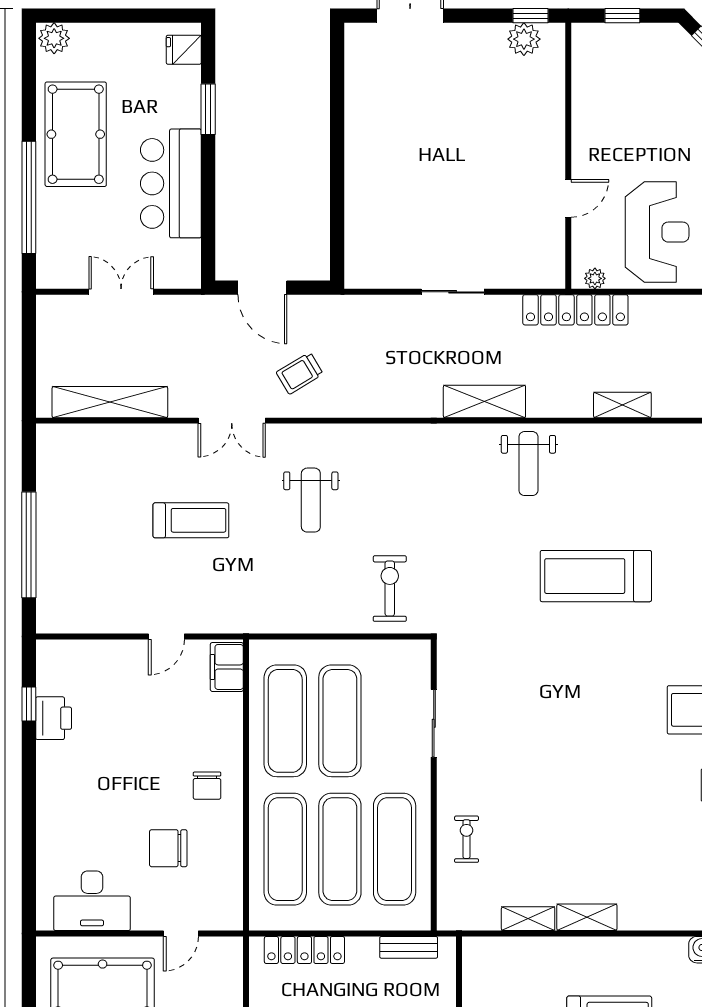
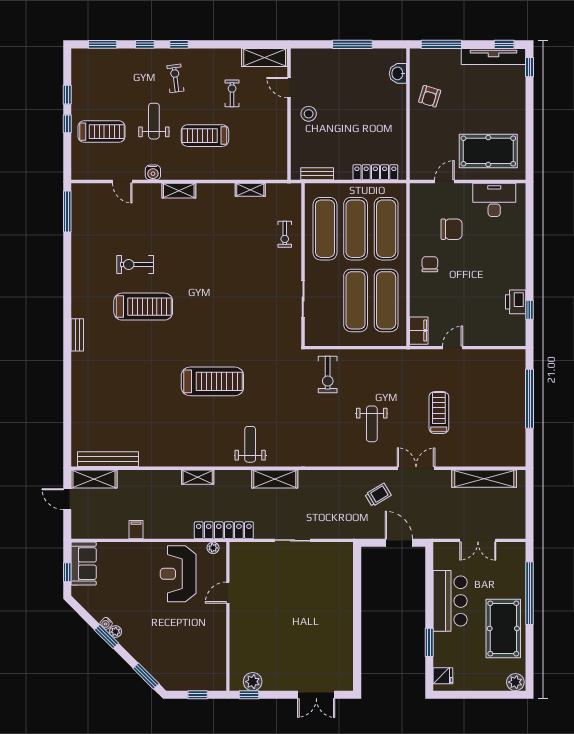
weight bench: (311, 500) -> (372, 424), turned 180
treadmill: (191, 520) -> (439, 413), turned 90
shelving: (587, 917) -> (179, 191), moved

